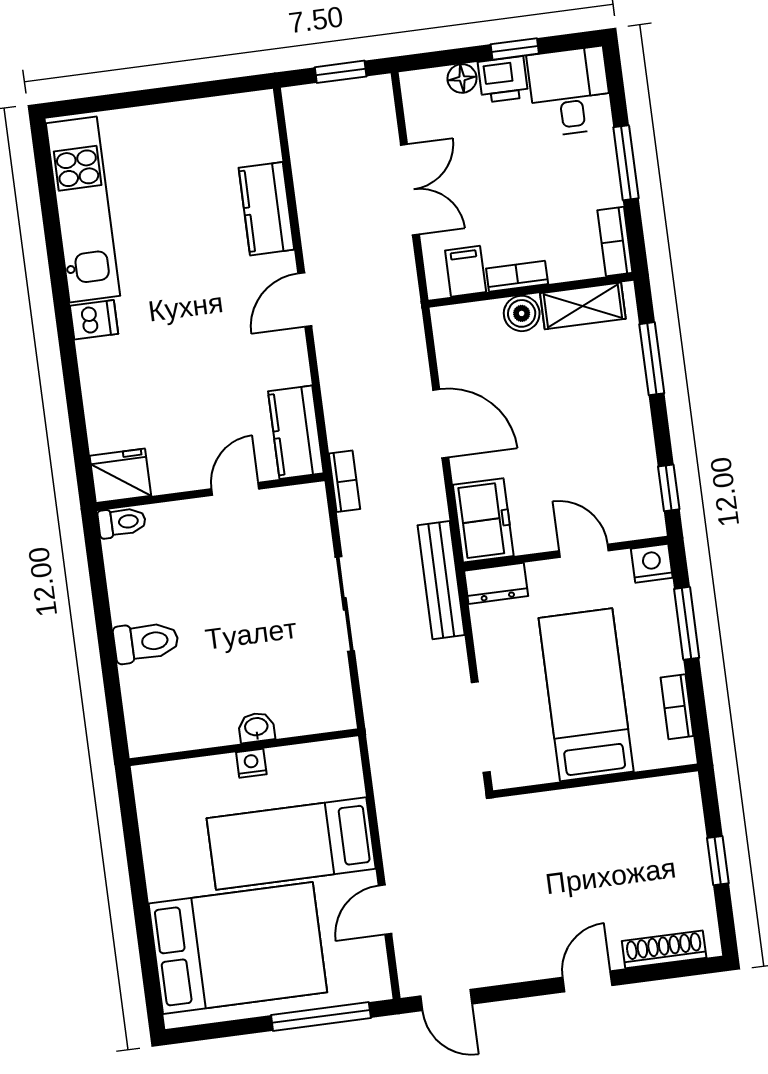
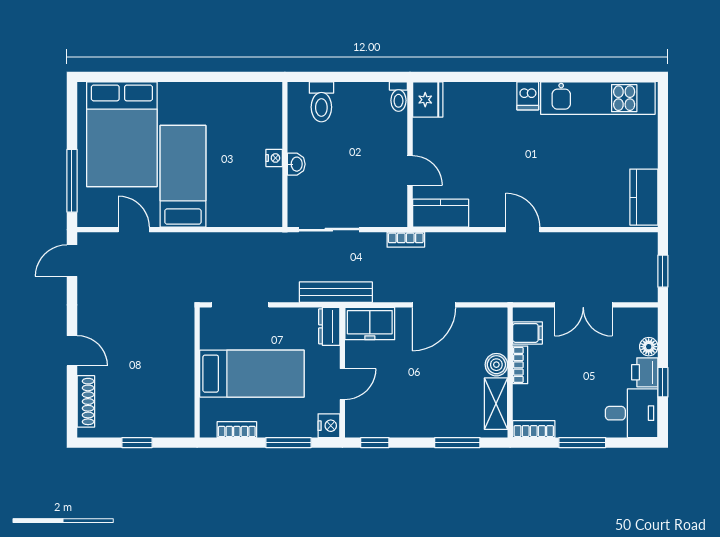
kitchen counter: (266, 209) -> (644, 197), moved, turned -90
washbasin: (256, 727) -> (296, 164), moved
wall: (244, 747) -> (285, 155), moved
nightstand: (251, 763) -> (274, 158), moved

